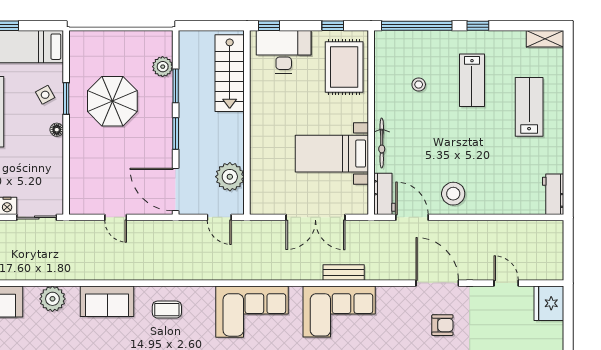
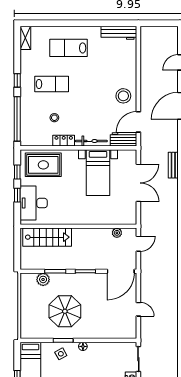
window: (269, 26) -> (17, 195), moved
locker: (382, 99) -> (64, 141), added
plant: (230, 177) -> (117, 233), width x0.53, depth x0.53
workbench: (553, 194) -> (119, 33), width x1.38
door: (116, 217) -> (138, 309), hinge flipped

